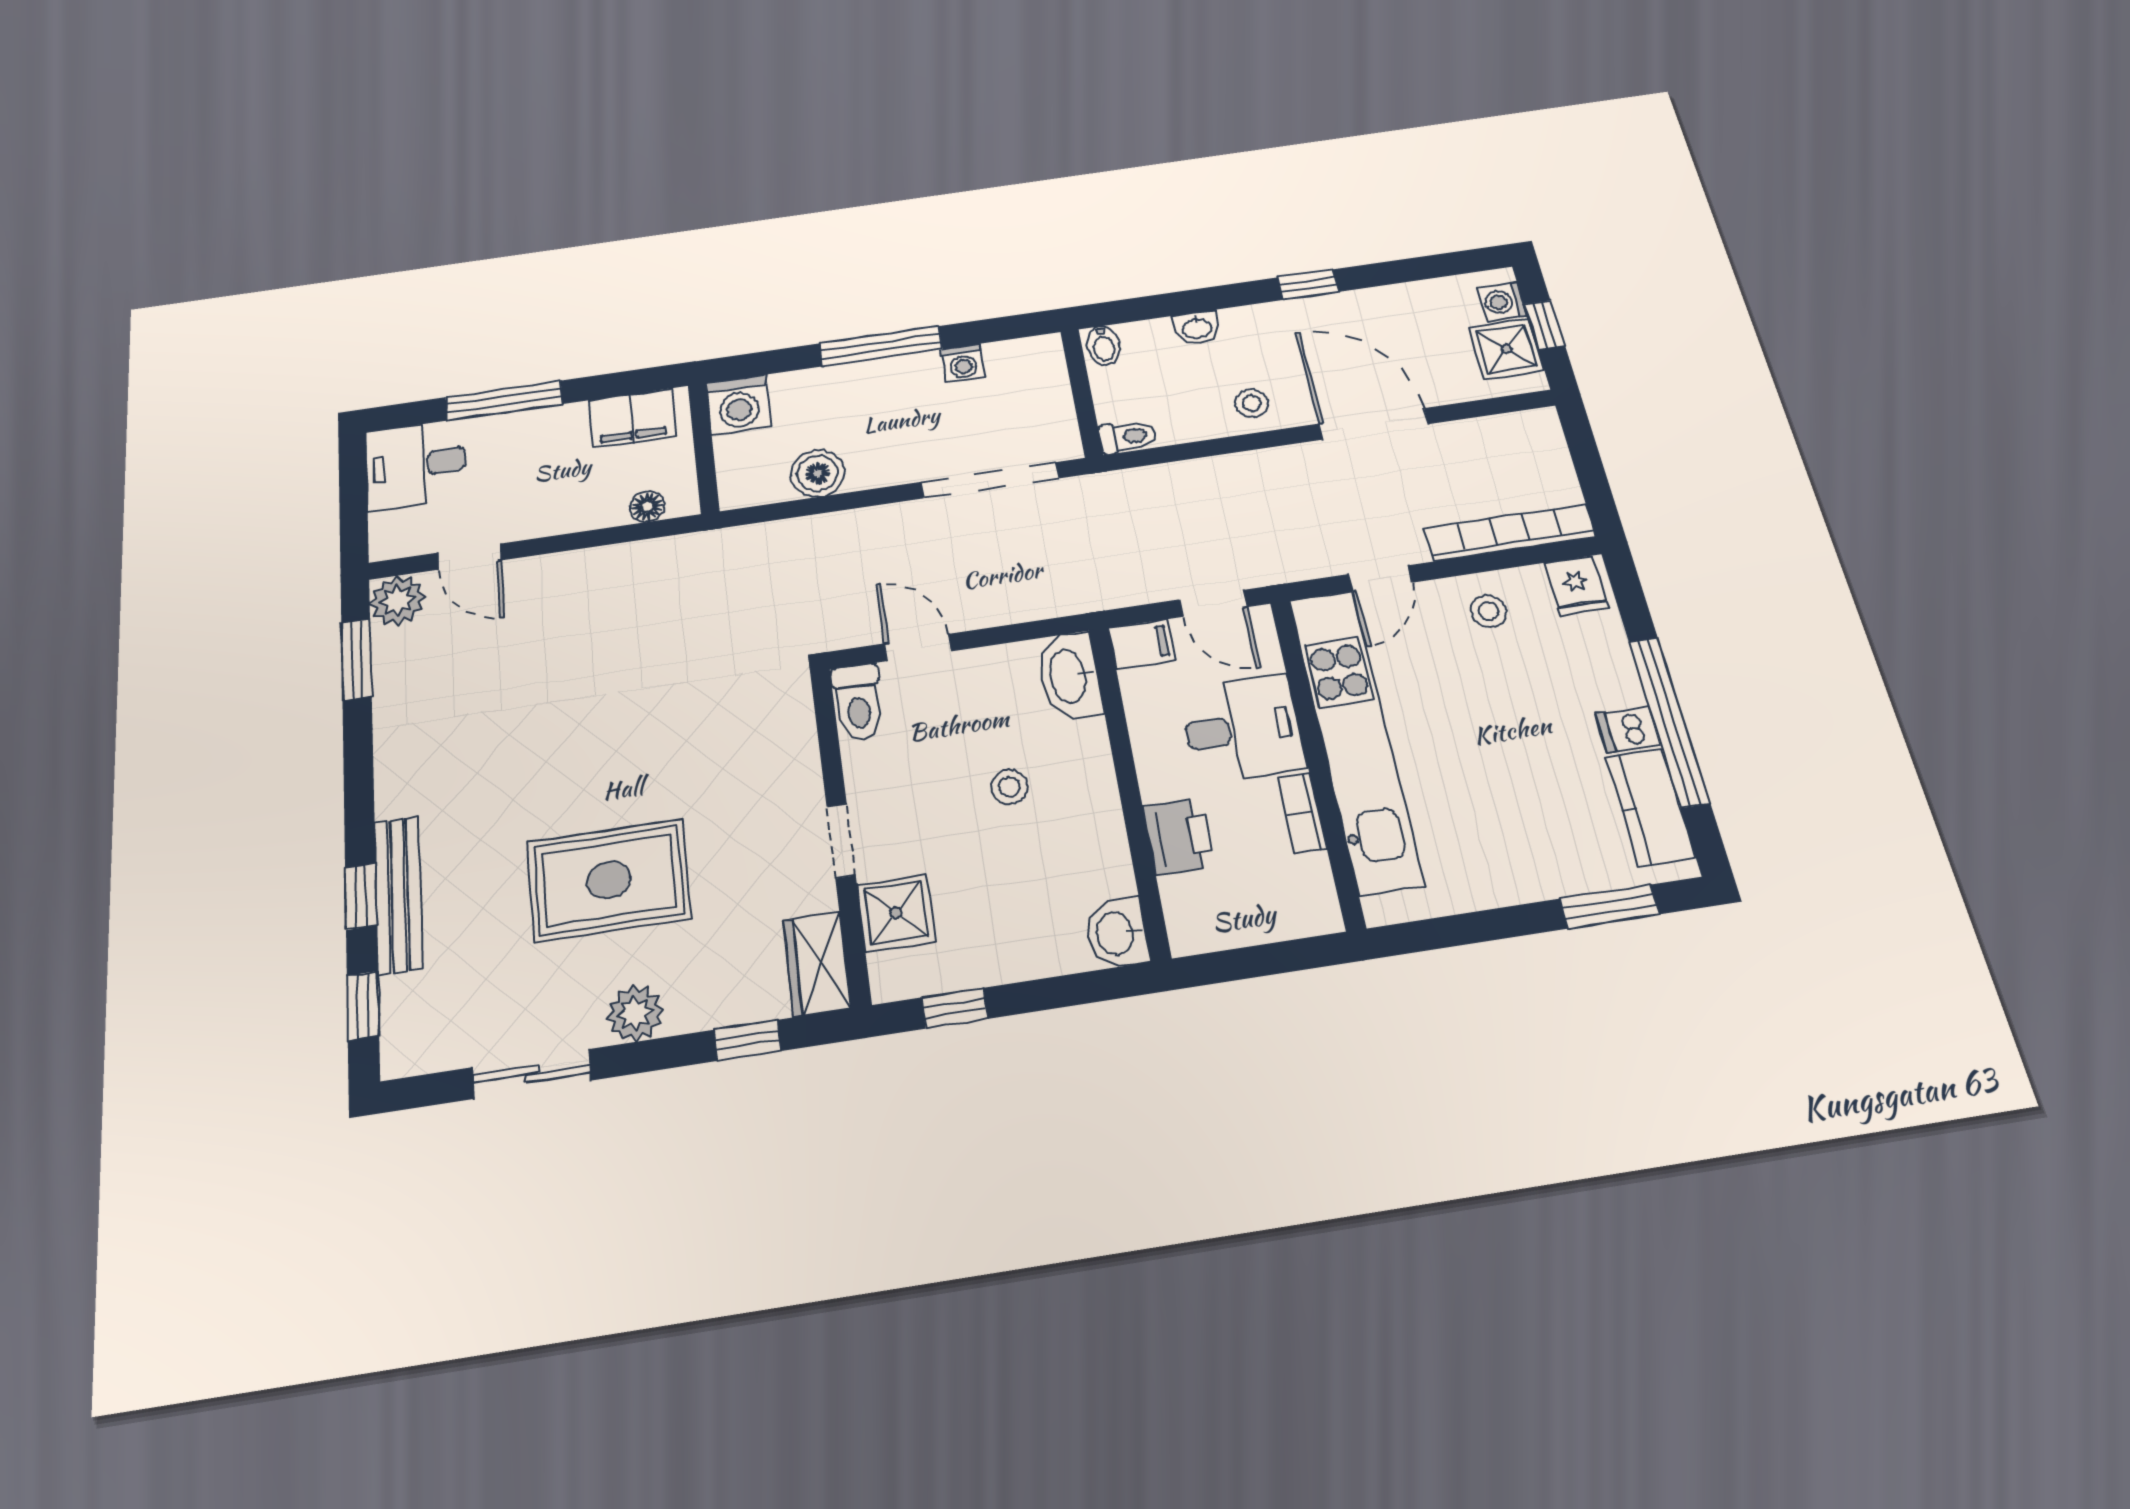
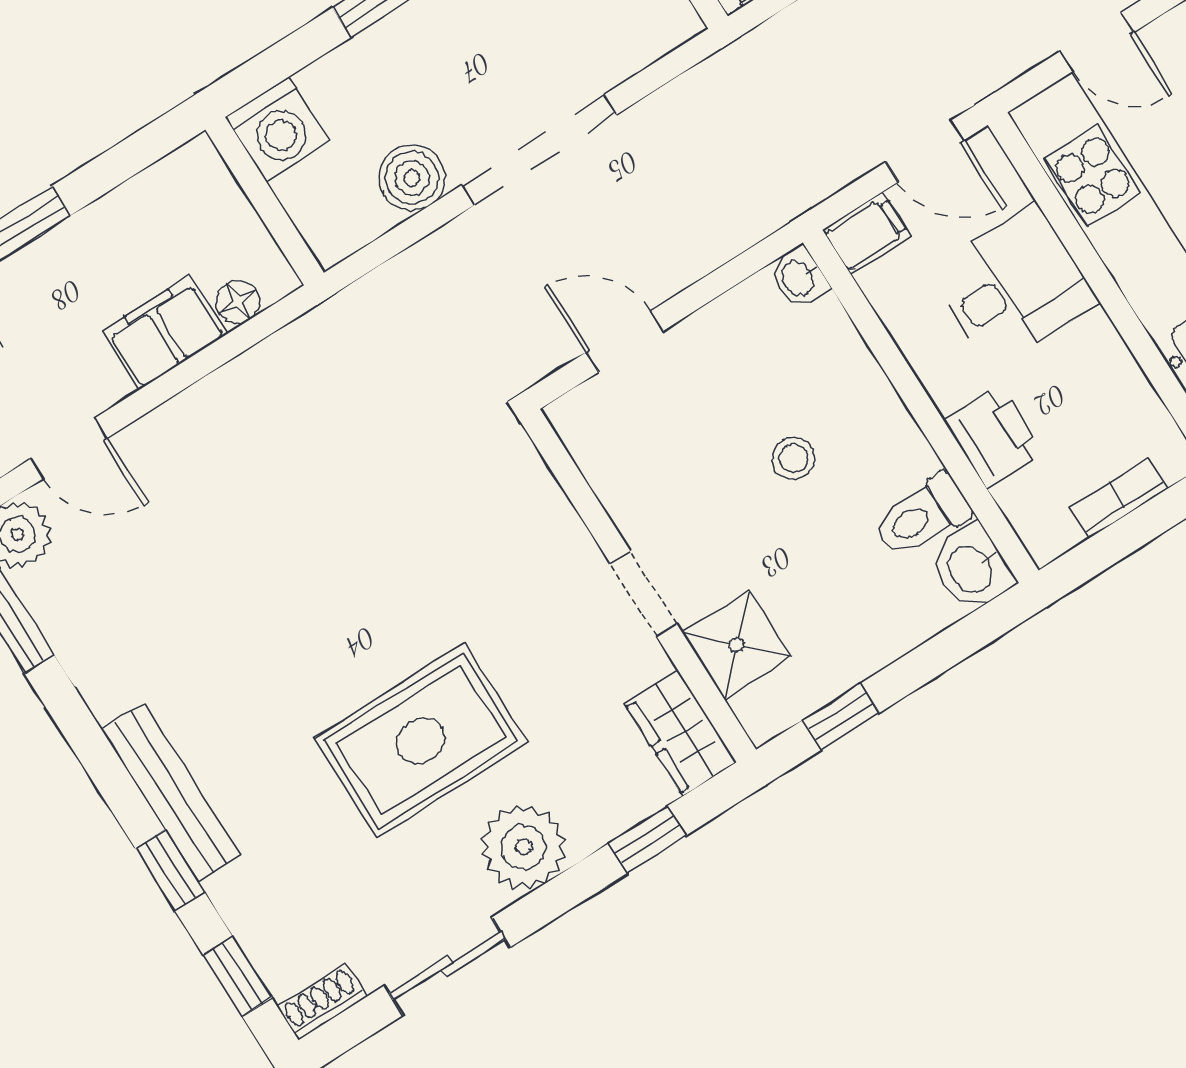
filing cabinet: (632, 418) -> (165, 333), moved, turned 180
doorway: (990, 480) -> (539, 150), moved
door: (1380, 578) -> (1097, 42), hinge flipped
washbasin: (1069, 676) -> (799, 278), width x0.52, depth x0.69
toilet: (858, 702) -> (922, 516), moved, turned 90
bookcase: (1302, 813) -> (1119, 498), moved, turned 90
bench: (398, 895) -> (171, 793), moved
plant: (635, 1013) -> (523, 847), width x1.36, depth x1.36
shoe rack: (417, 1058) -> (322, 1002), added

